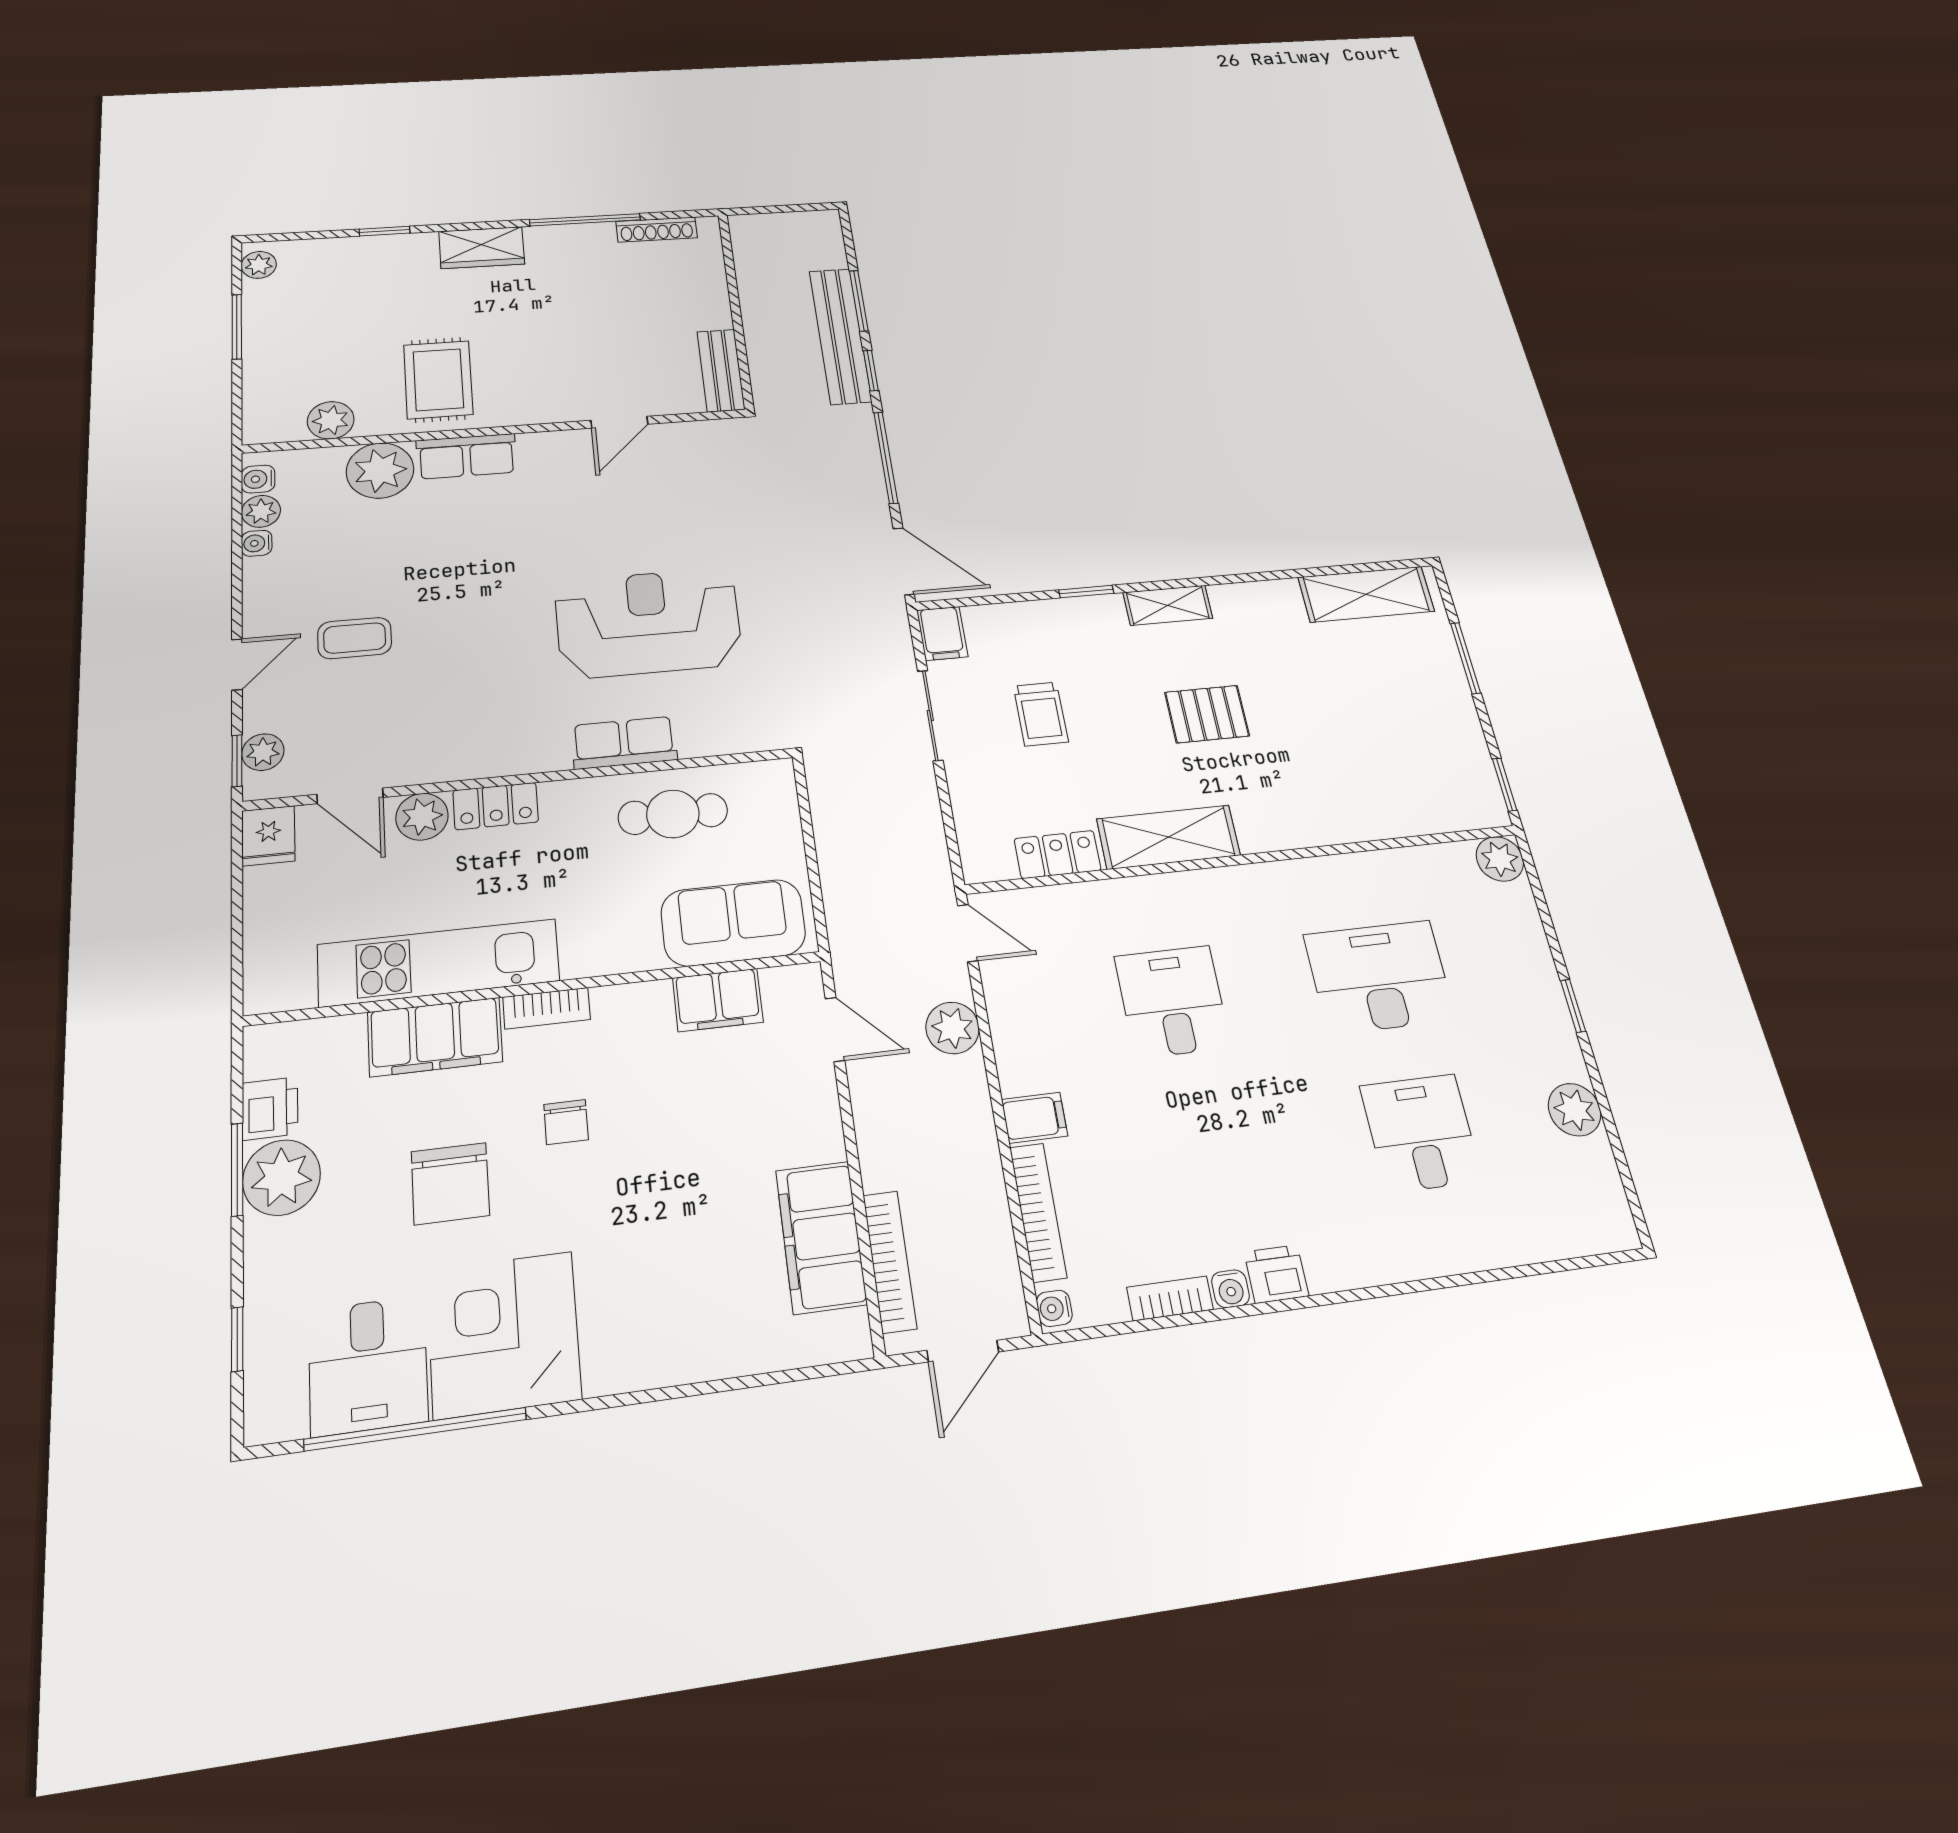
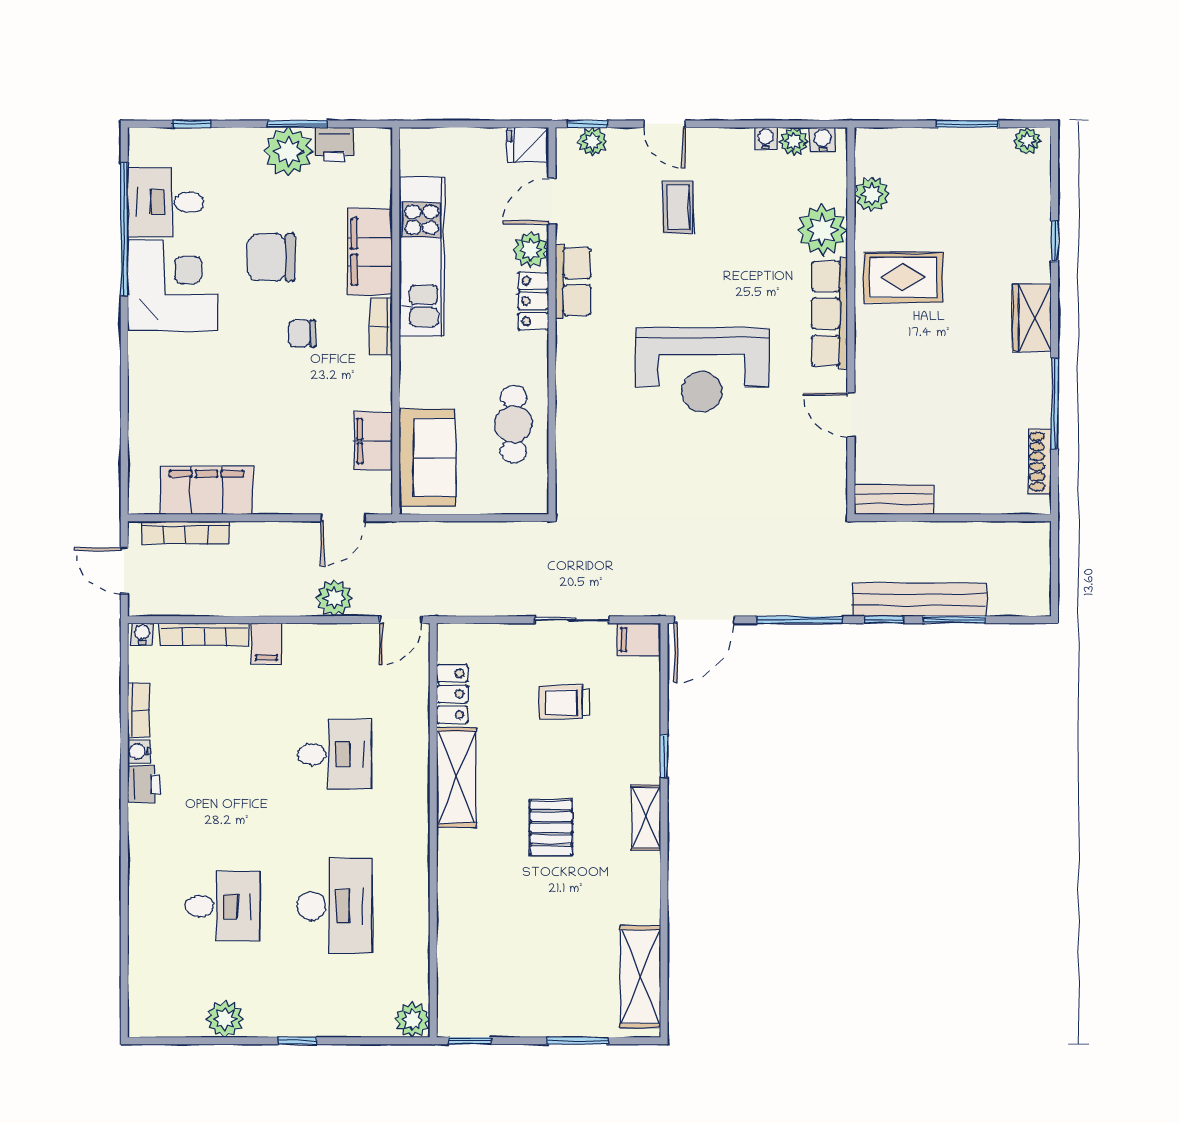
row of seats: (466, 456) -> (829, 313), width x1.48
reception desk: (648, 623) -> (702, 370), moved, turned 90
row of seats: (624, 743) -> (573, 282), moved

